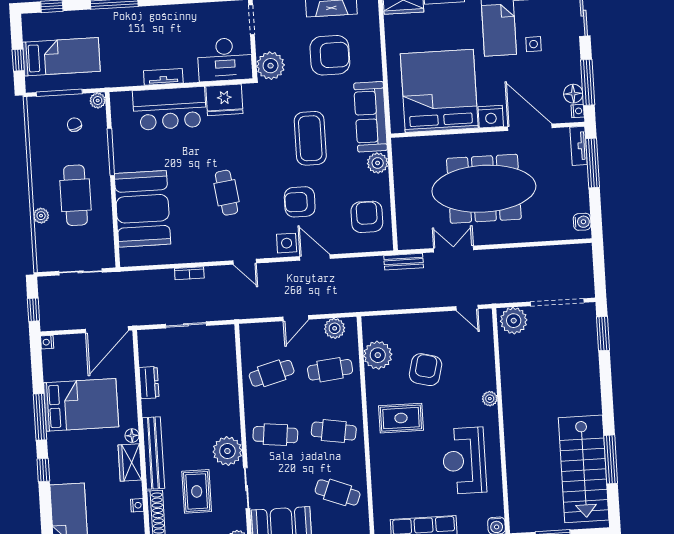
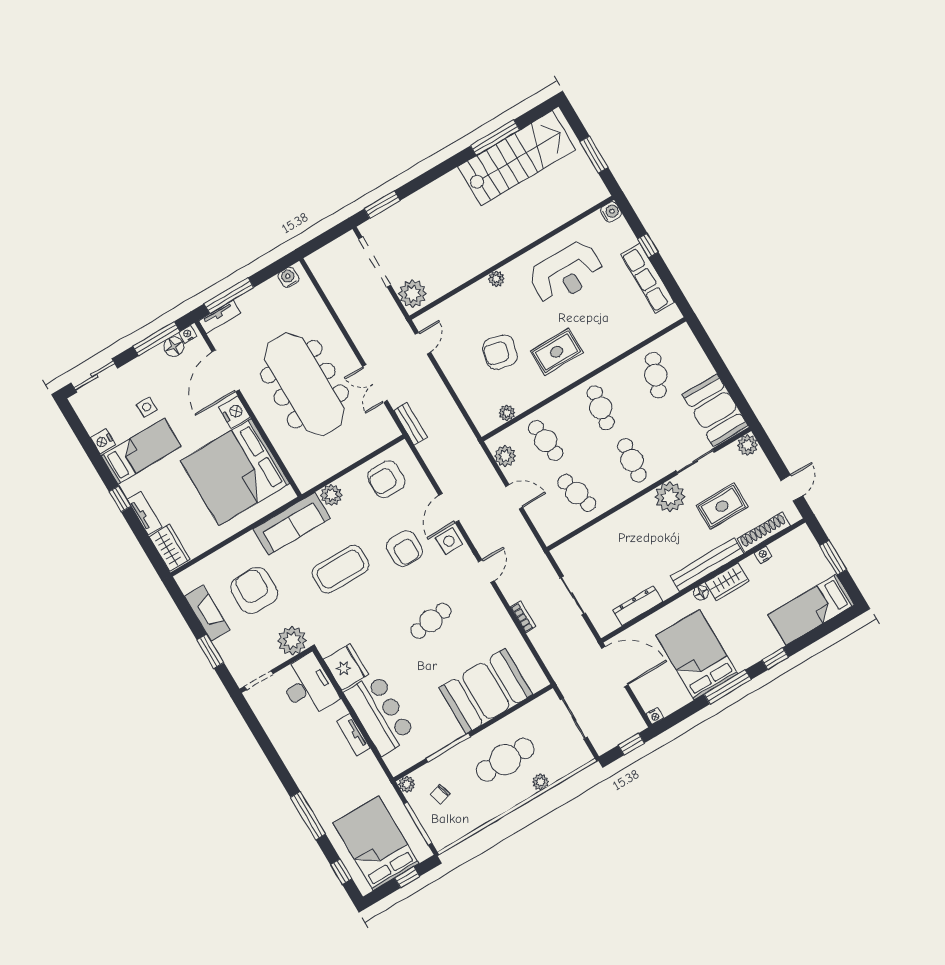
bed: (61, 57) -> (376, 843), width x1.50
plant: (378, 355) -> (507, 413), width x0.53, depth x0.53
dresser: (149, 383) -> (638, 606), width x1.44
rug: (401, 418) -> (557, 352), turned 90

